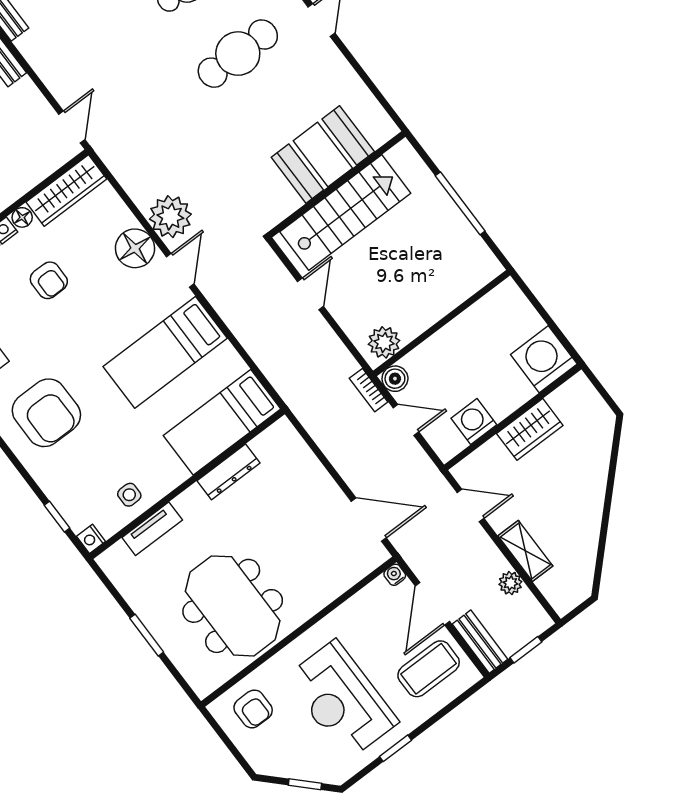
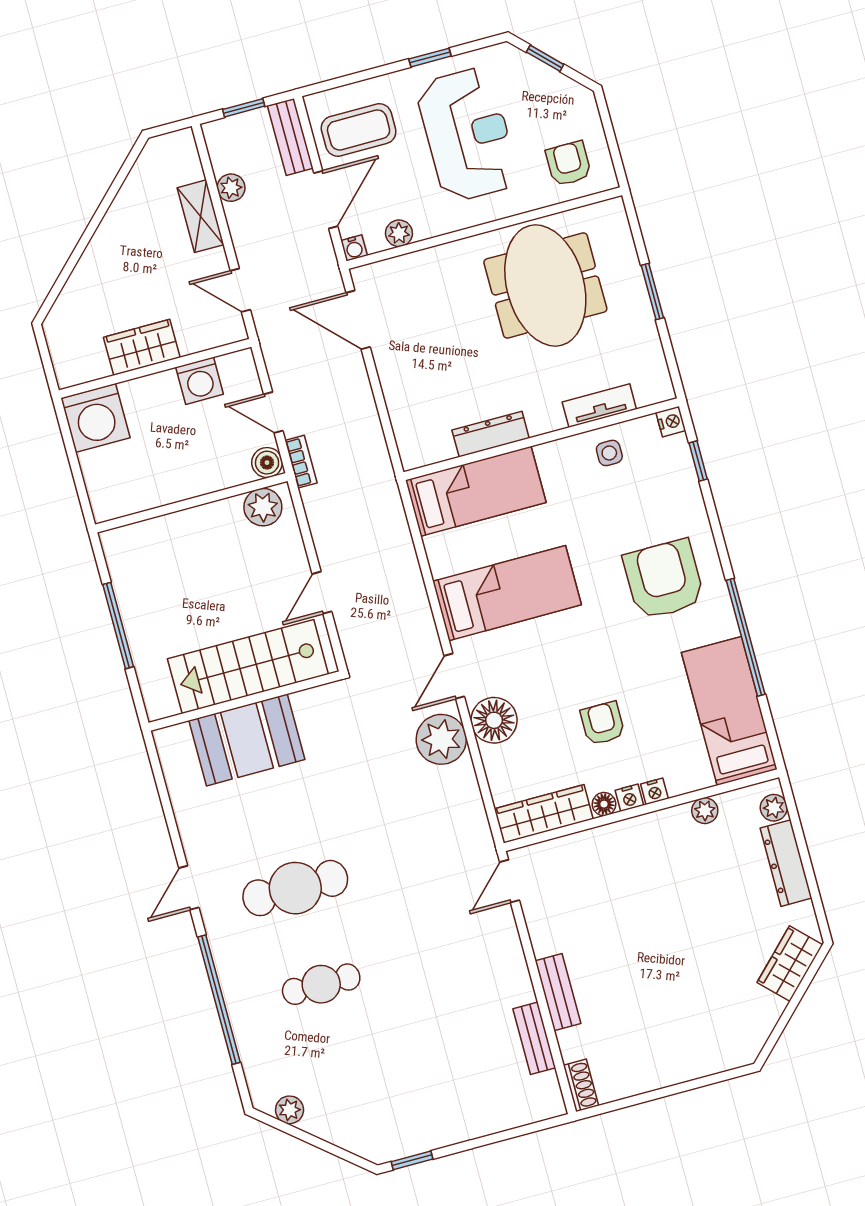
plant: (364, 601) -> (399, 233), added

